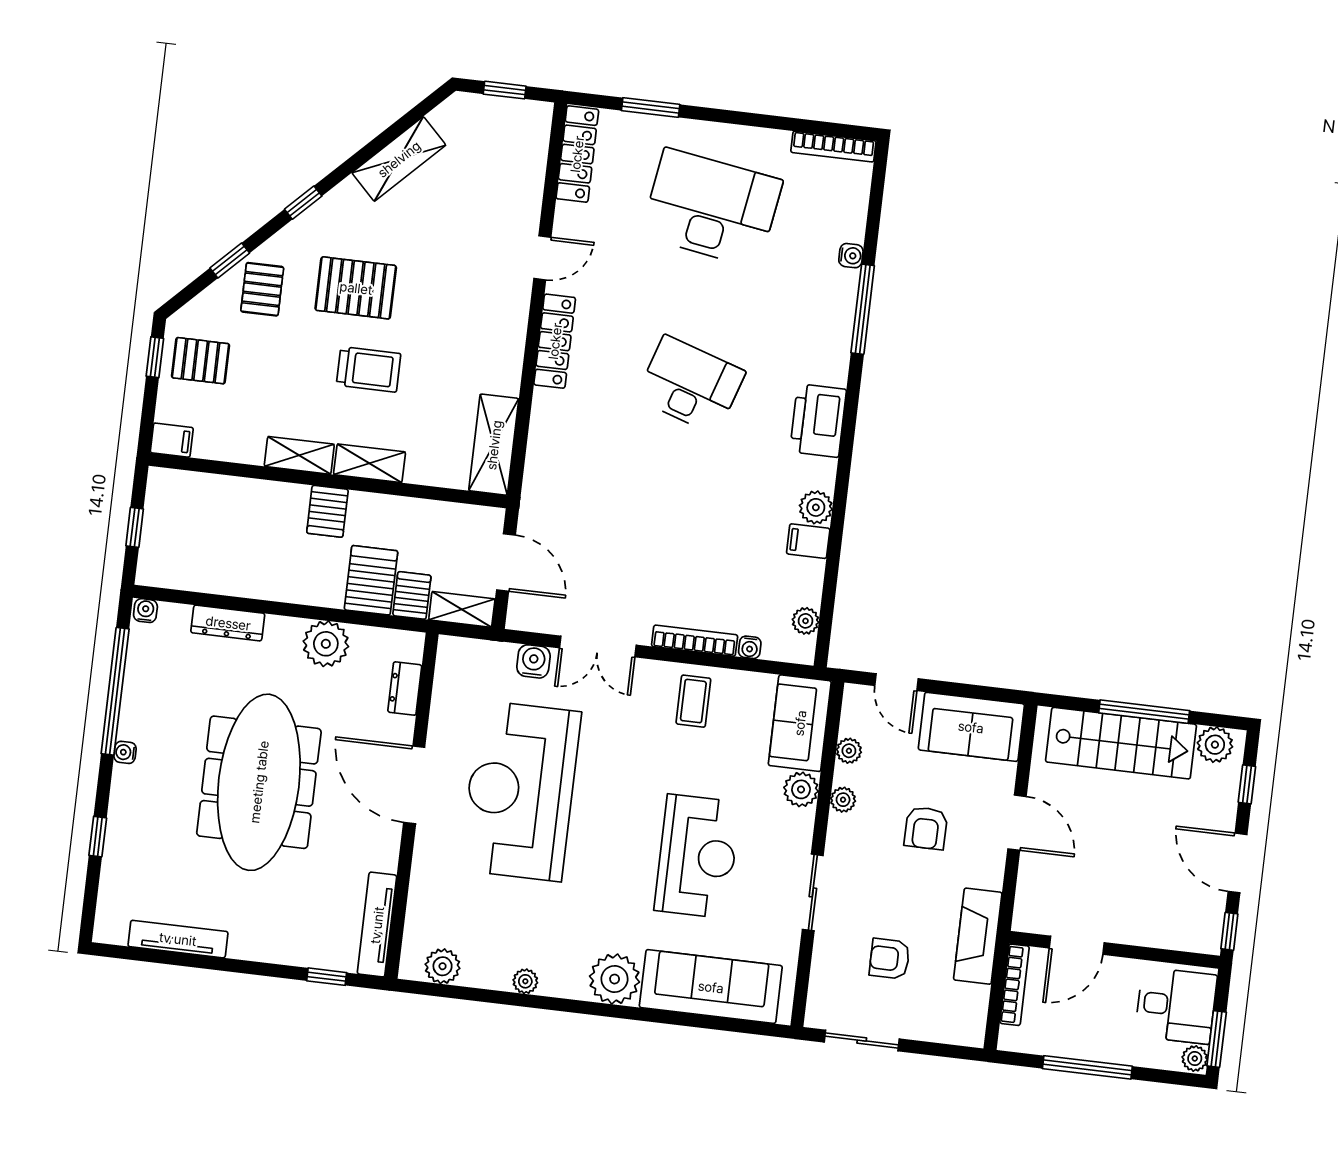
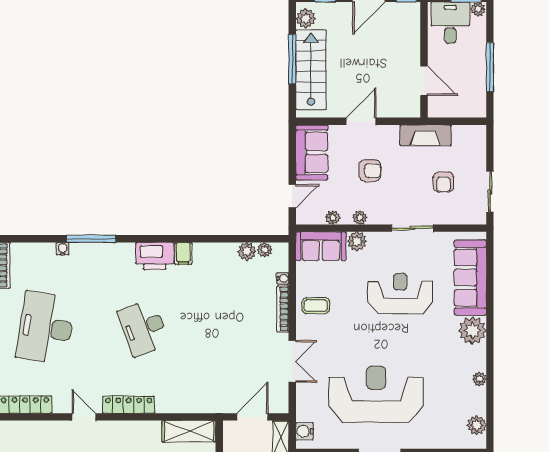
desk: (690, 385) -> (144, 328), turned -39
plant: (816, 507) -> (247, 251), moved
filing cabinet: (808, 541) -> (183, 253), moved
water cooler: (533, 661) -> (305, 431), moved
reception desk: (520, 791) -> (376, 394), turned 180
bookcase: (1015, 985) -> (450, 112), removed

